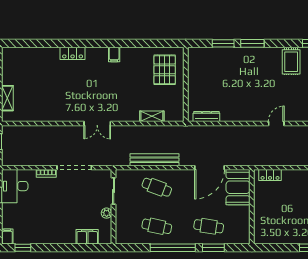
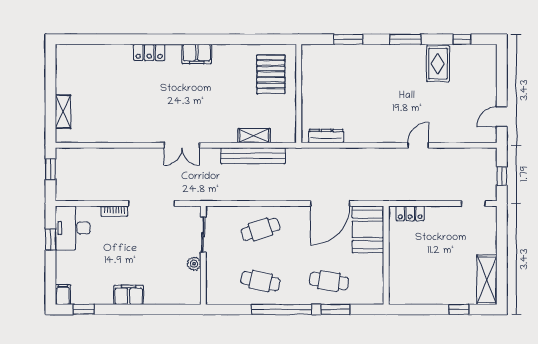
window: (252, 43) -> (405, 39), moved
filing cabinet: (114, 54) -> (197, 54), width x2.00
bench: (154, 160) -> (253, 156), moved
cafe table: (157, 187) -> (260, 229), turned -39
filing cabinet: (87, 237) -> (129, 295), moved

